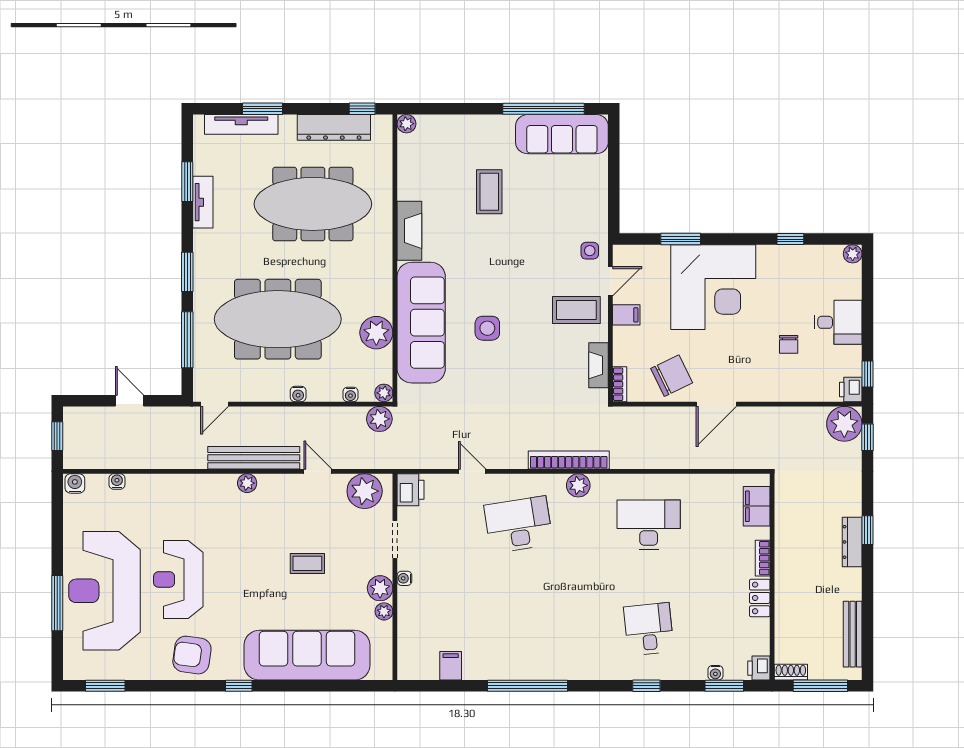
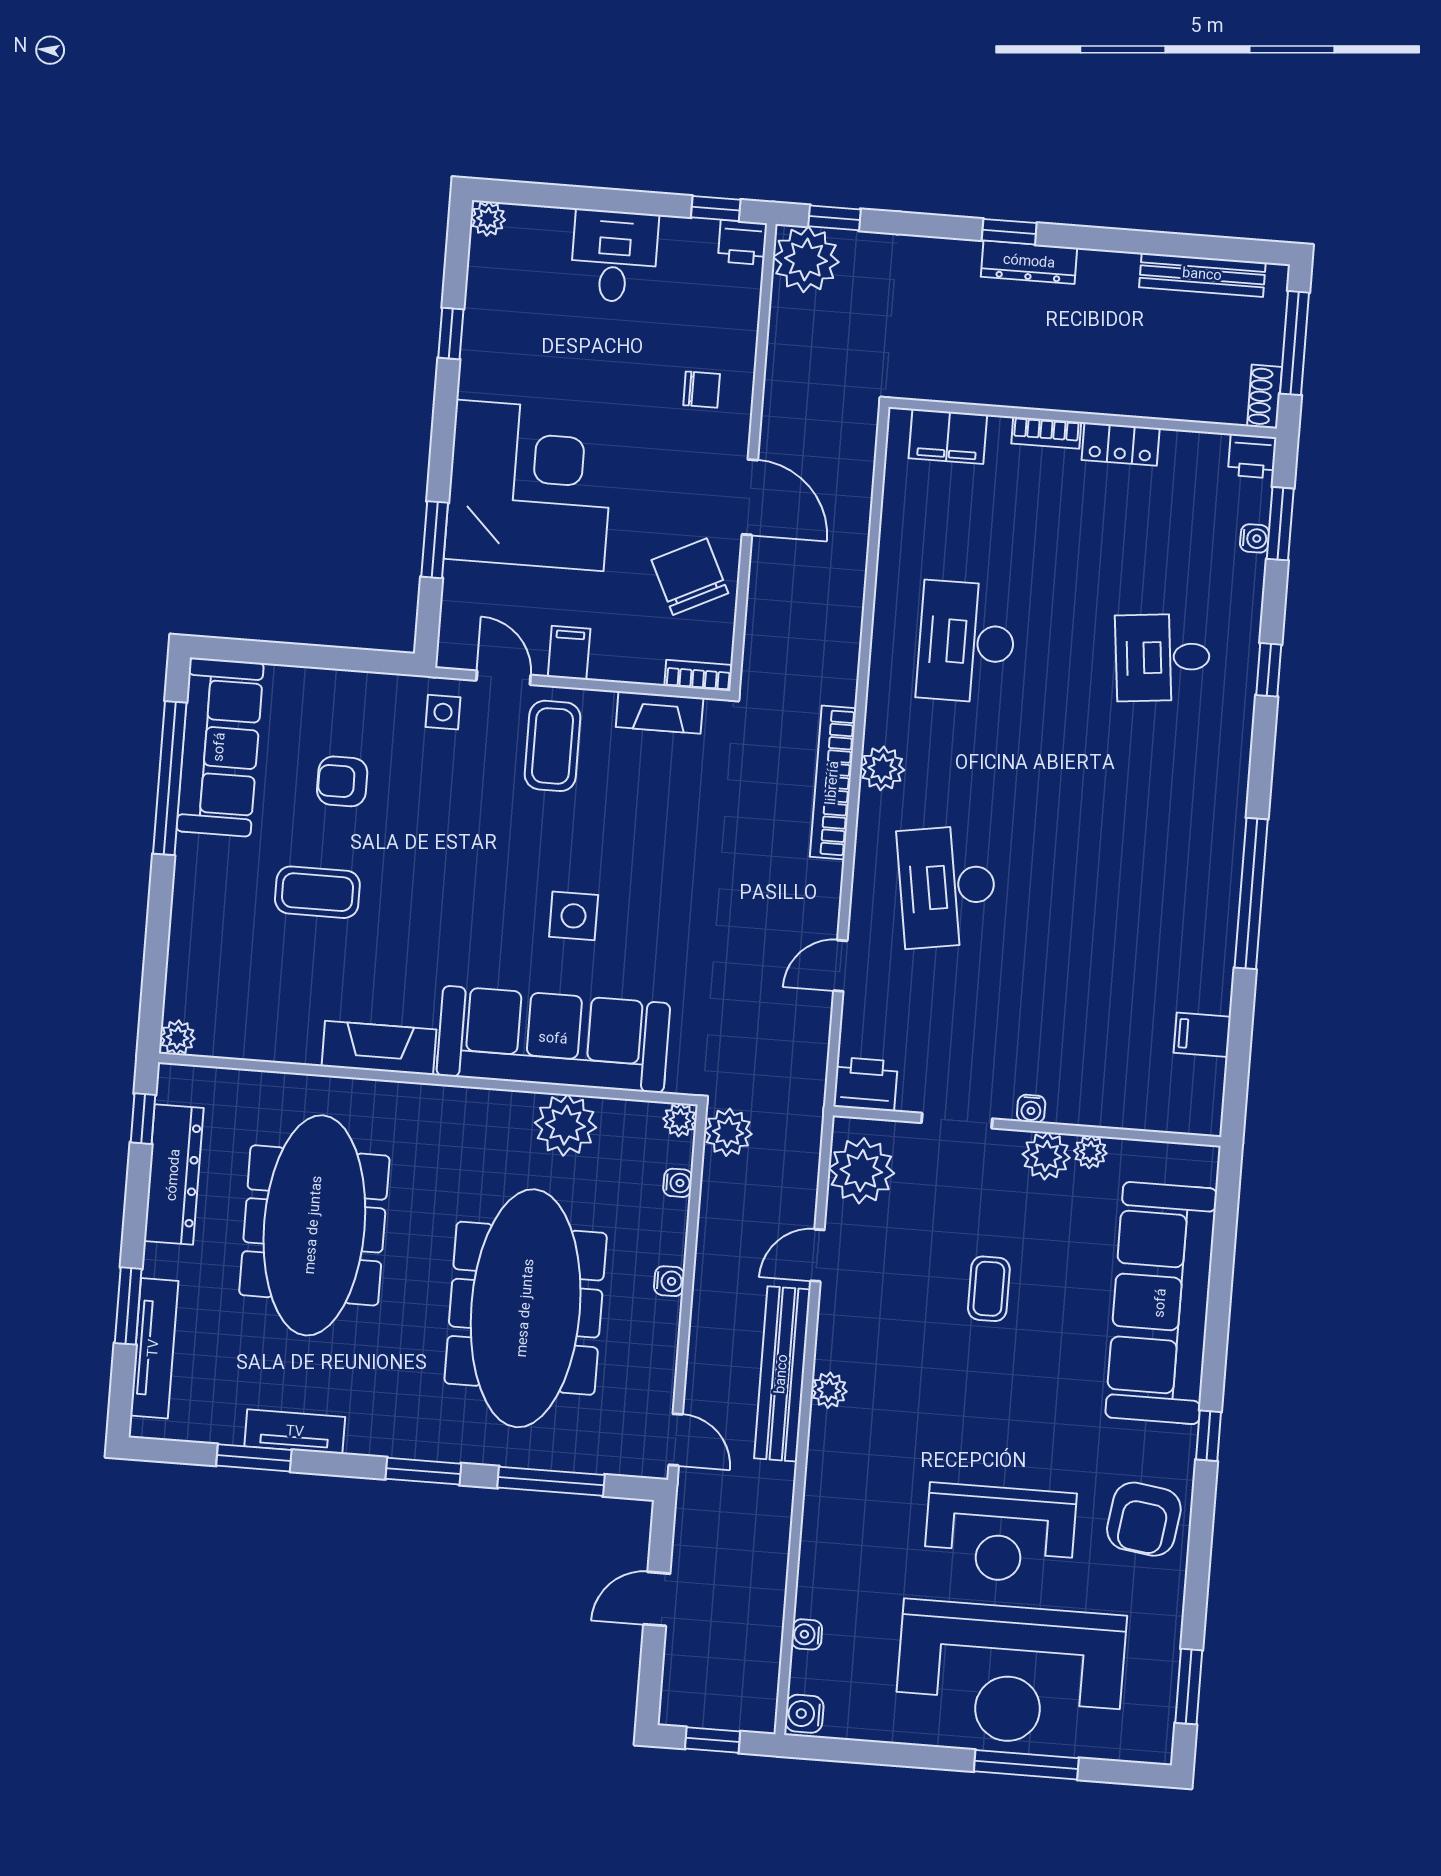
armchair: (549, 200) -> (342, 781), added
chair: (789, 344) -> (702, 390), moved

